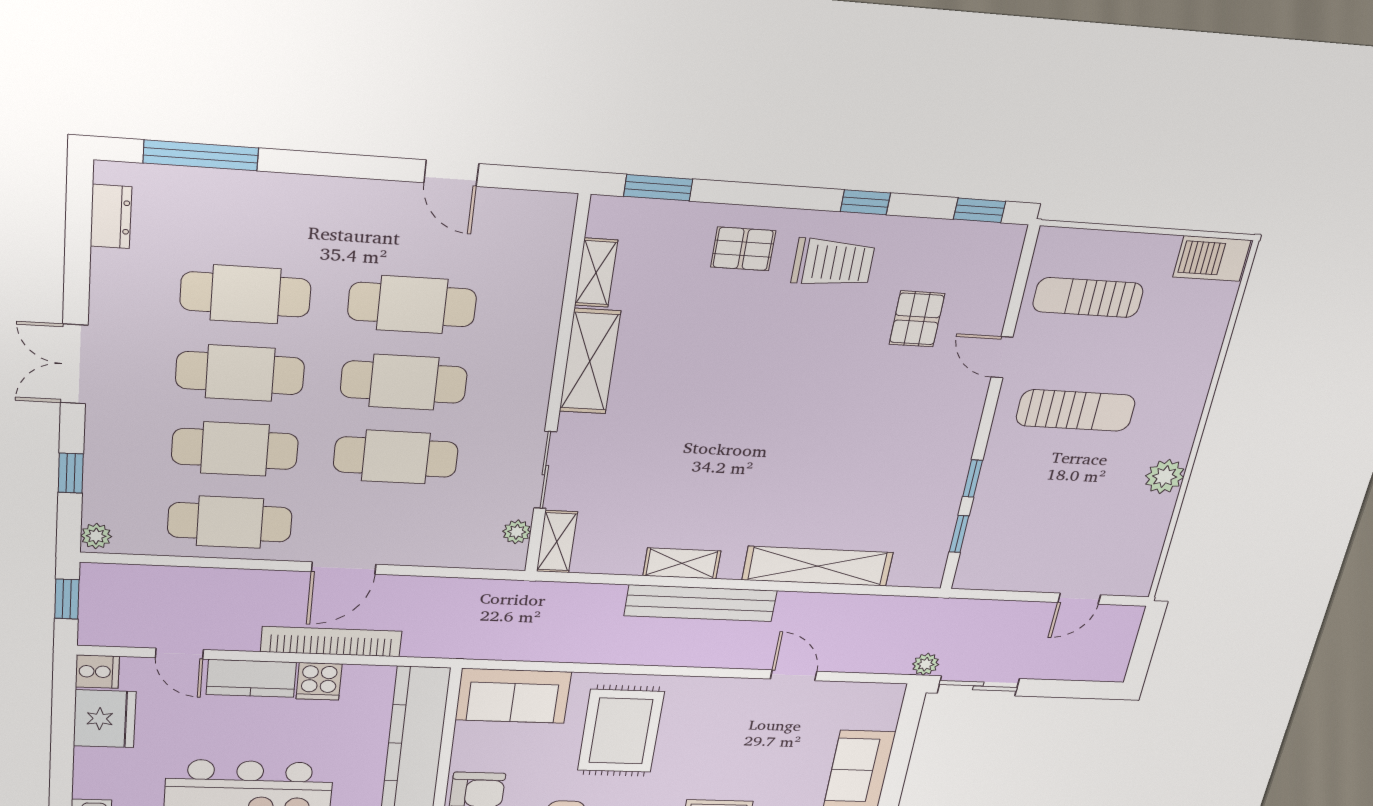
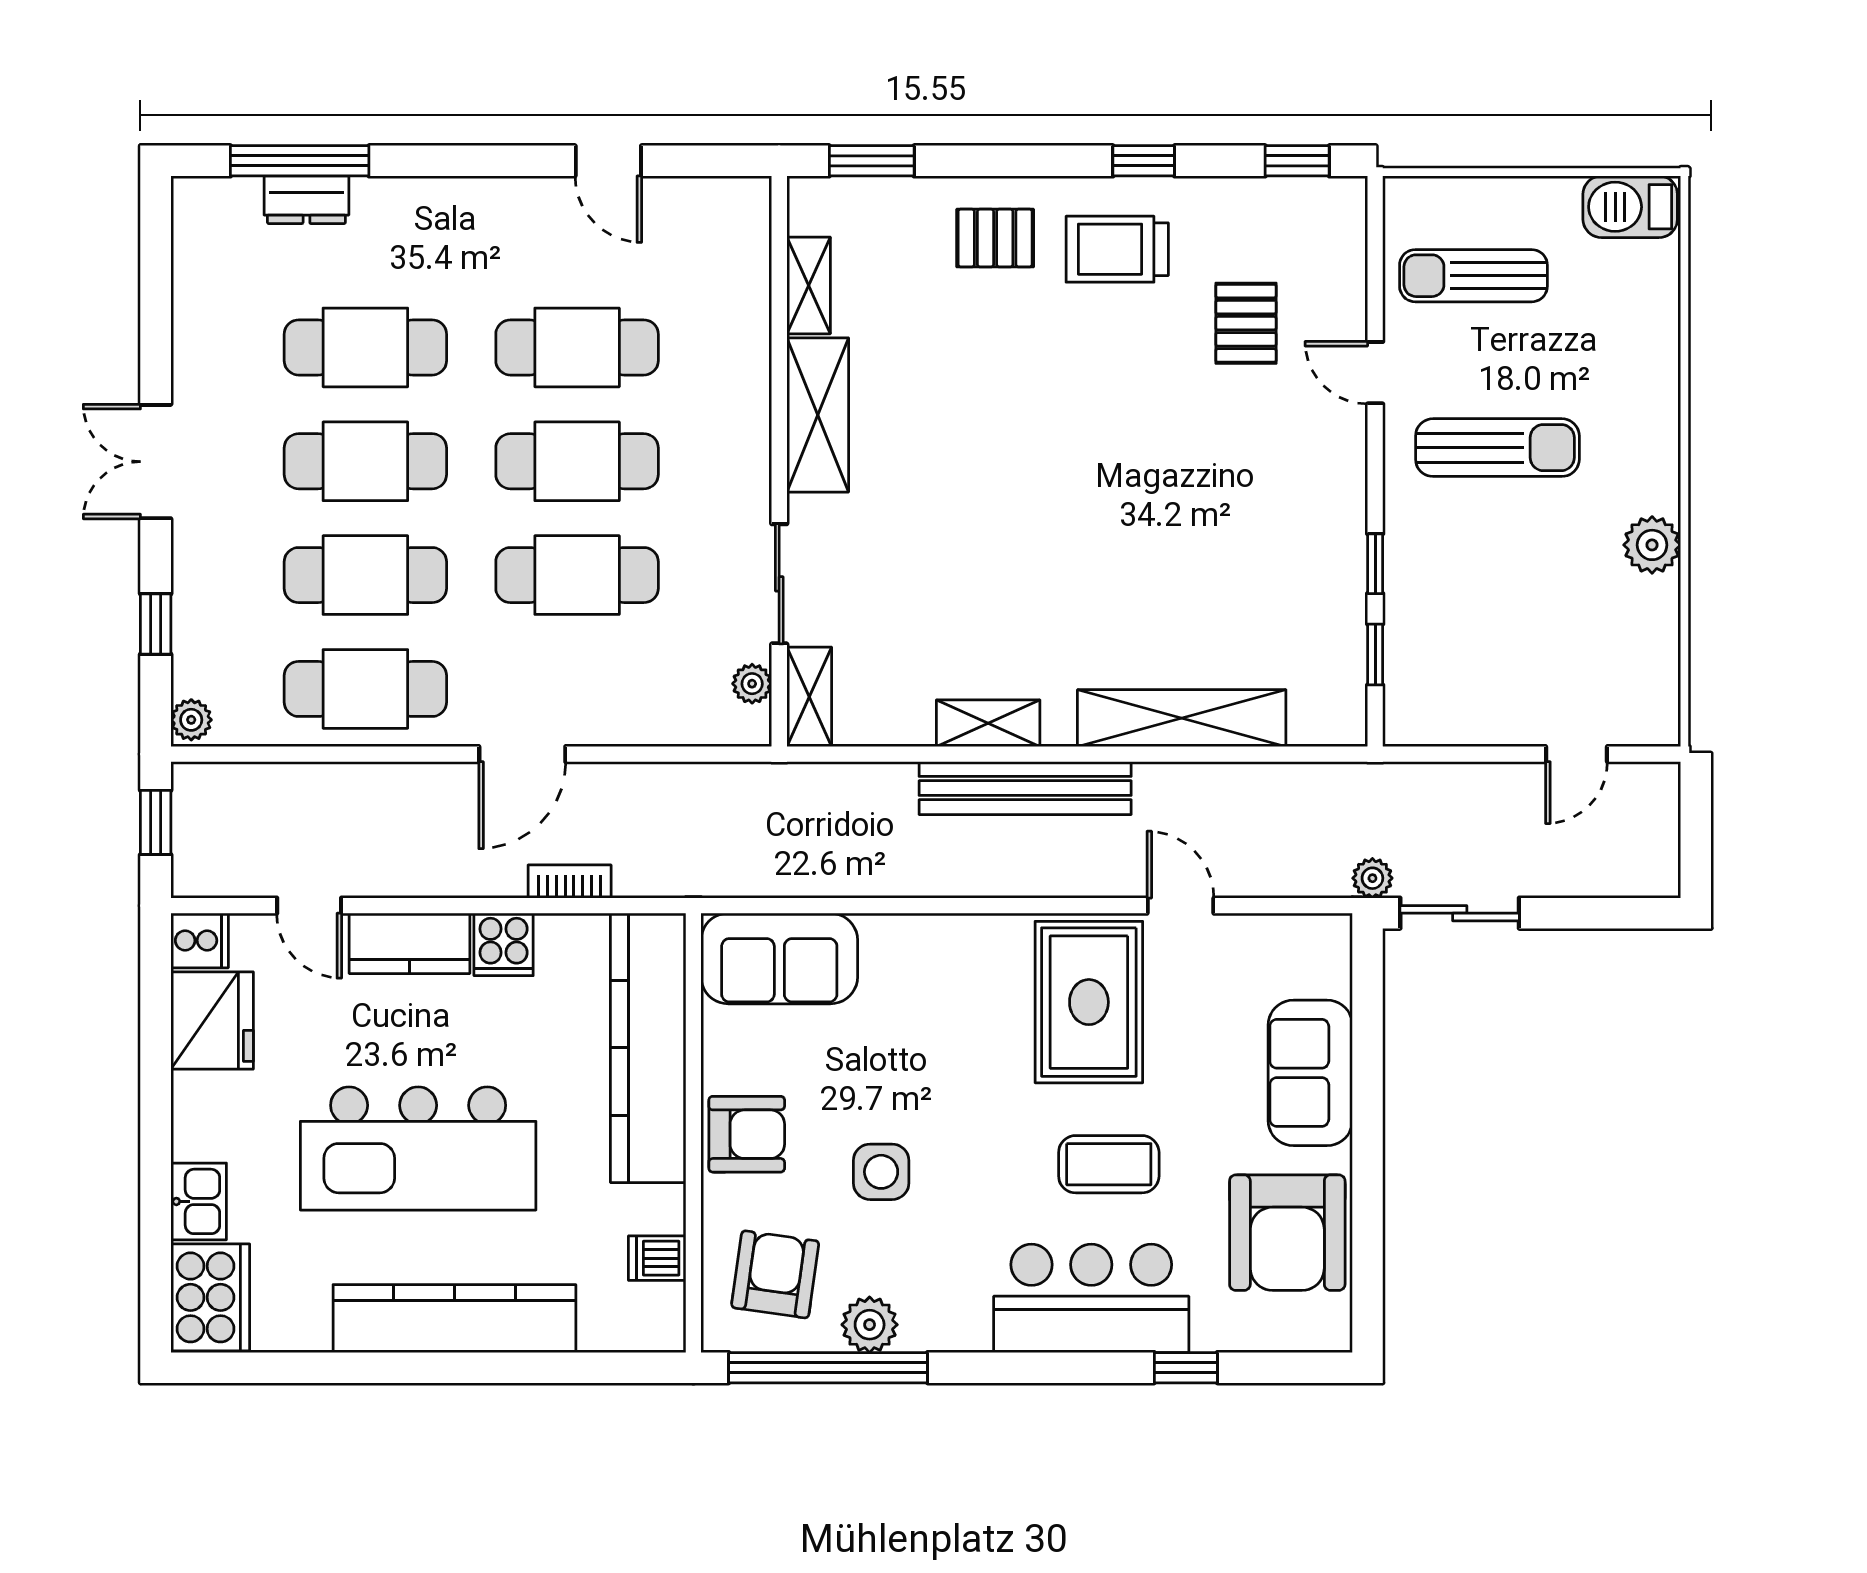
dresser: (111, 217) -> (306, 200), moved, turned 90
trolley: (833, 263) -> (1117, 249), turned 180
bookcase: (331, 642) -> (570, 881), width x0.43, depth x0.76
rug: (621, 731) -> (1089, 1002), moved

